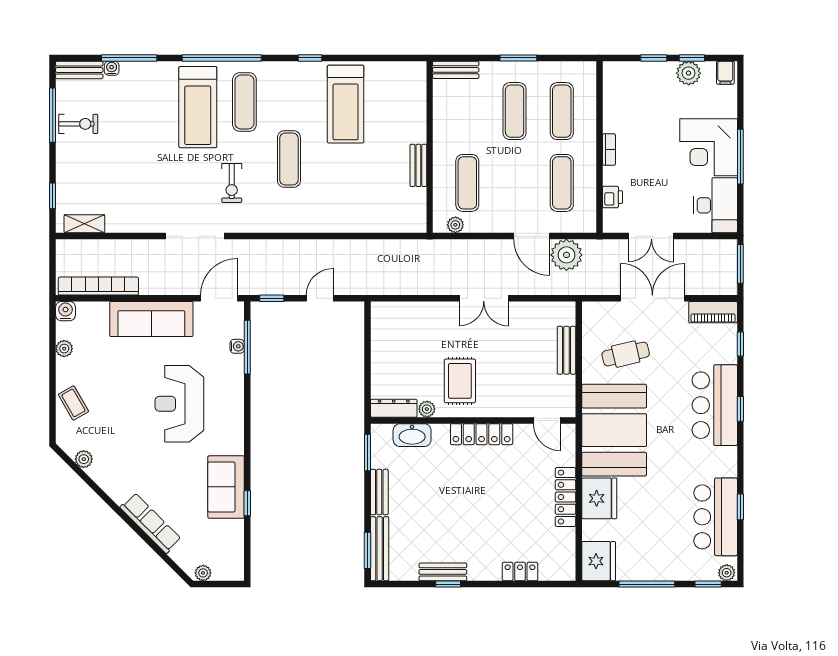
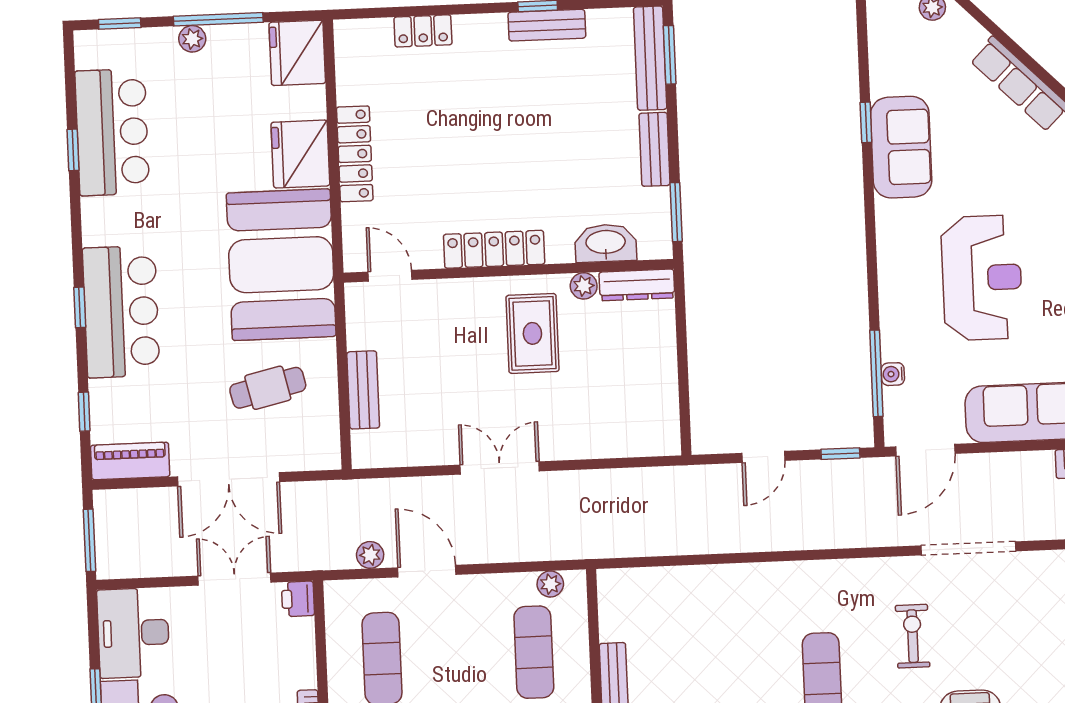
printer: (612, 197) -> (298, 599), moved
plant: (566, 255) -> (370, 555), width x0.53, depth x0.53
plant: (727, 573) -> (192, 39), moved

